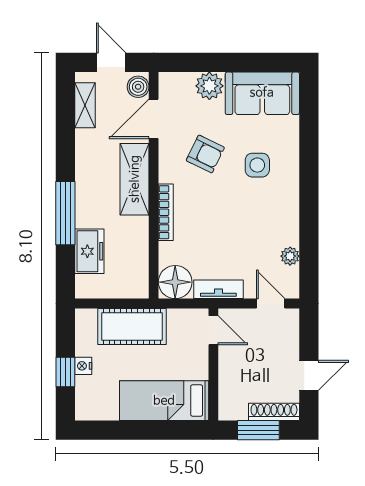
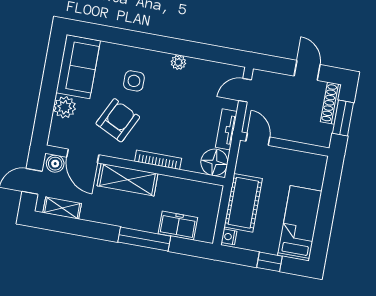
armchair: (205, 154) -> (118, 120), width x1.38, depth x1.38
plant: (290, 256) -> (178, 62), moved
door: (213, 330) -> (258, 139), hinge flipped
nightstand: (83, 366) -> (229, 237), moved, turned 90
bed: (164, 401) -> (300, 223), moved, turned 180

